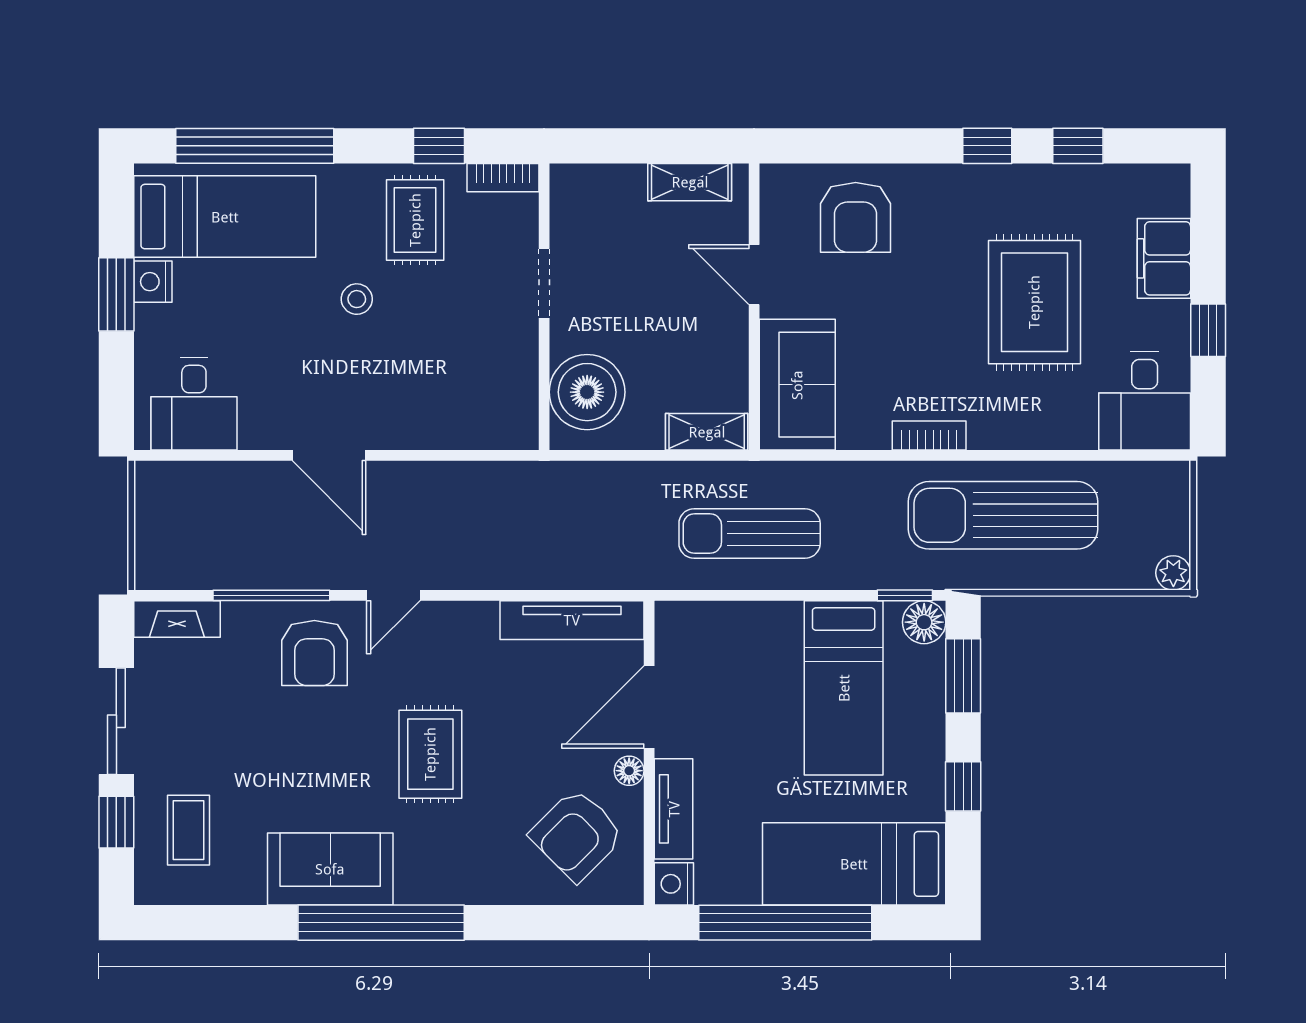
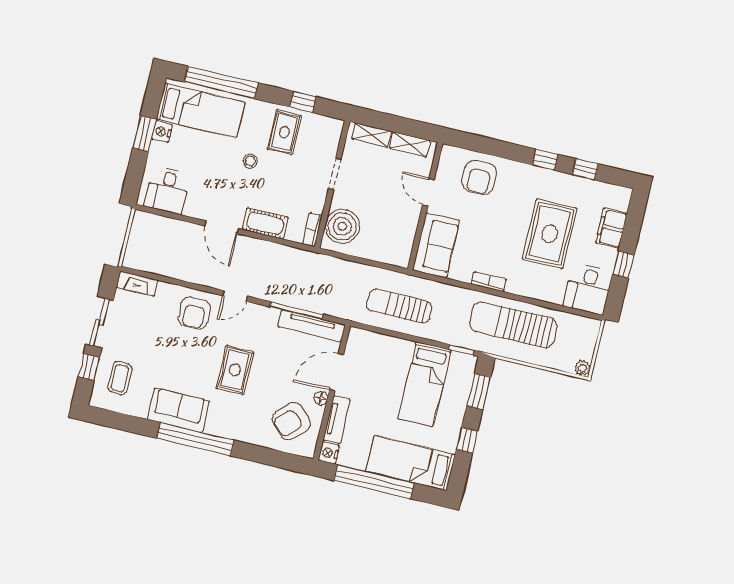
bookcase: (503, 178) -> (312, 230), moved, turned 90
cot: (420, 425) -> (265, 223), added
shelving: (707, 432) -> (372, 135), moved
window: (271, 595) -> (297, 310), moved
floor lamp: (924, 622) -> (467, 364), removed

